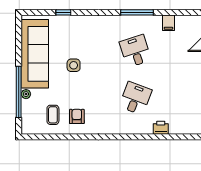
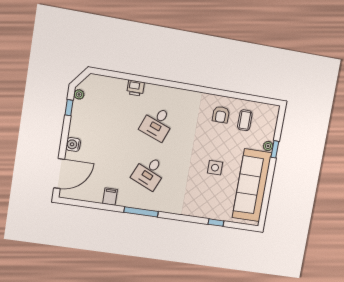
desk: (135, 51) -> (149, 173), turned 42
window: (19, 92) -> (275, 149), width x0.32

